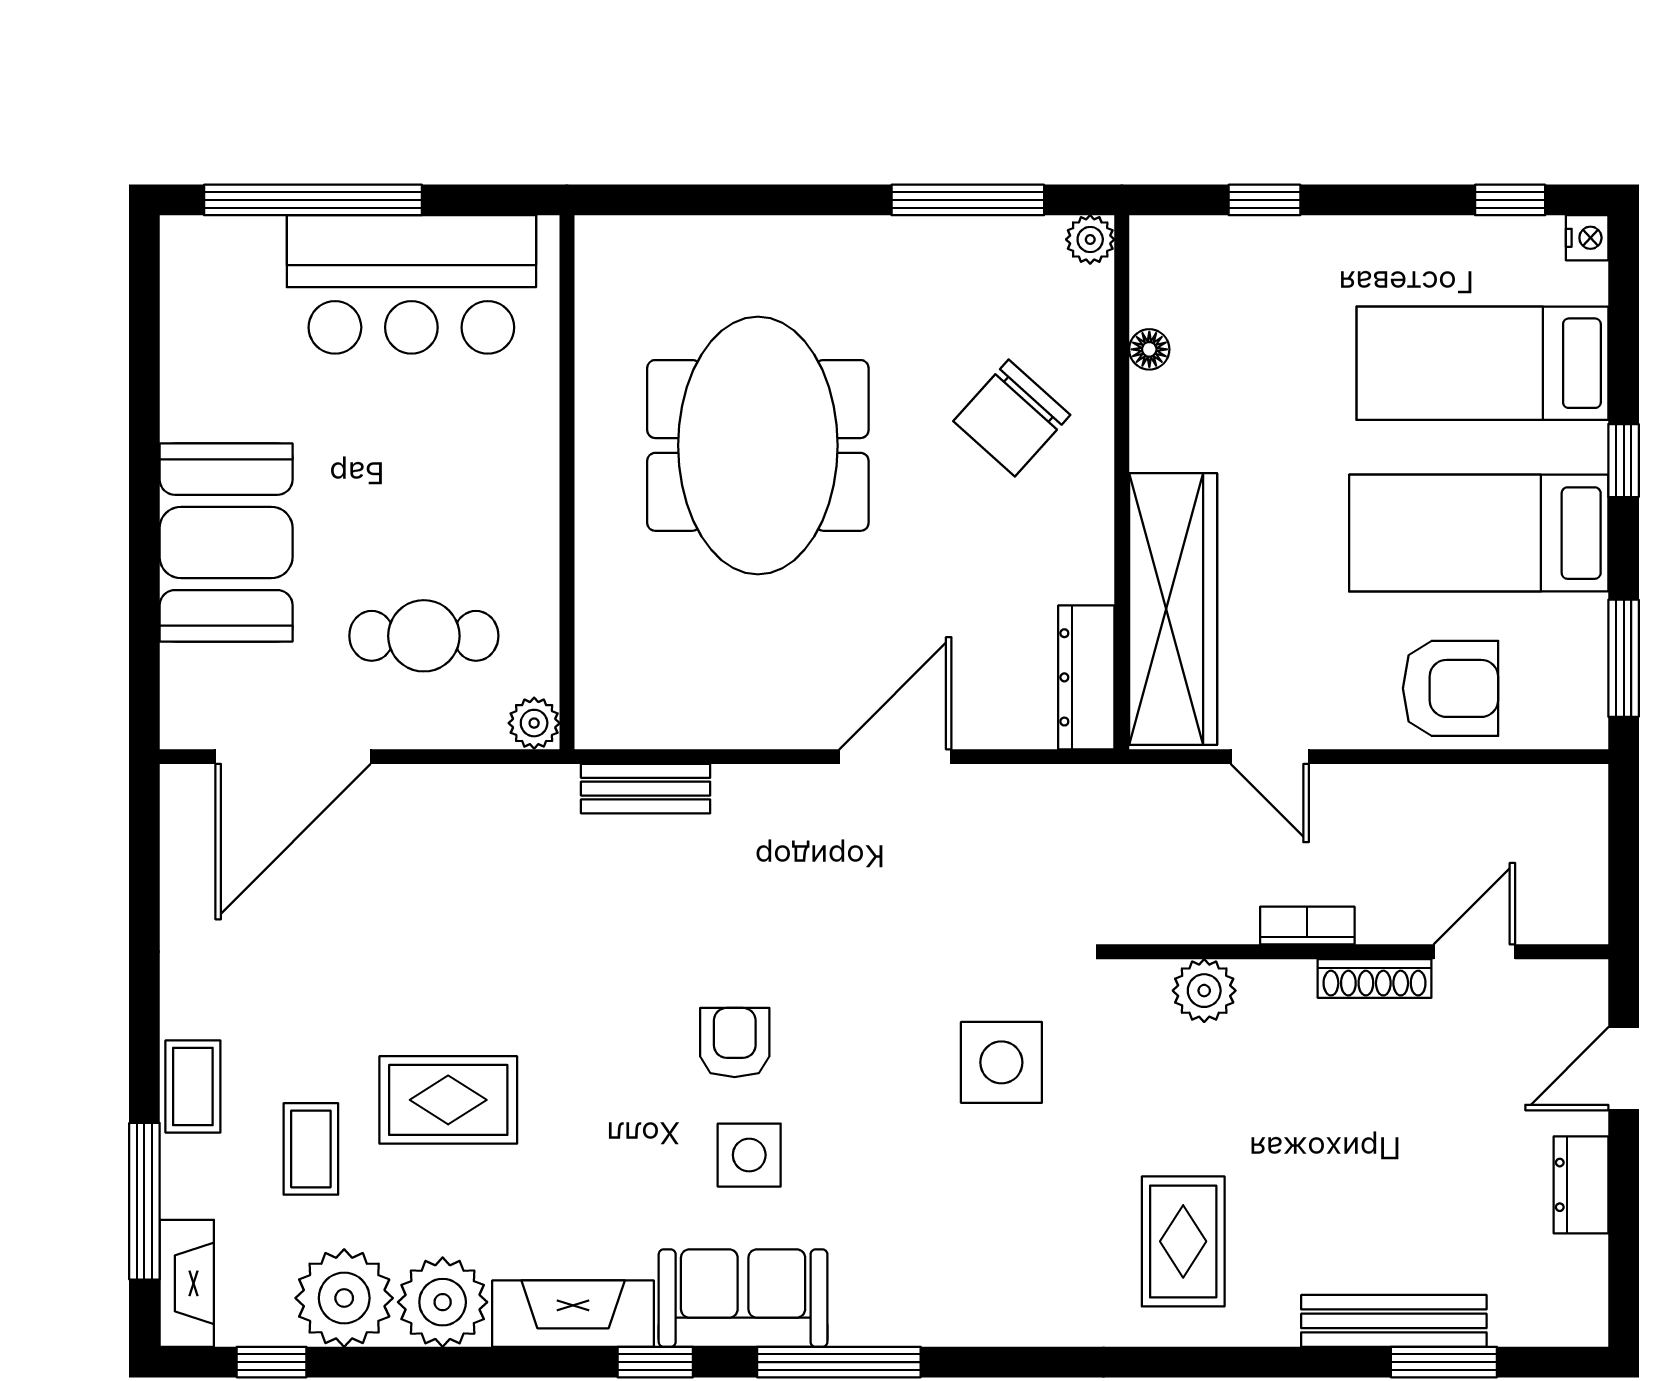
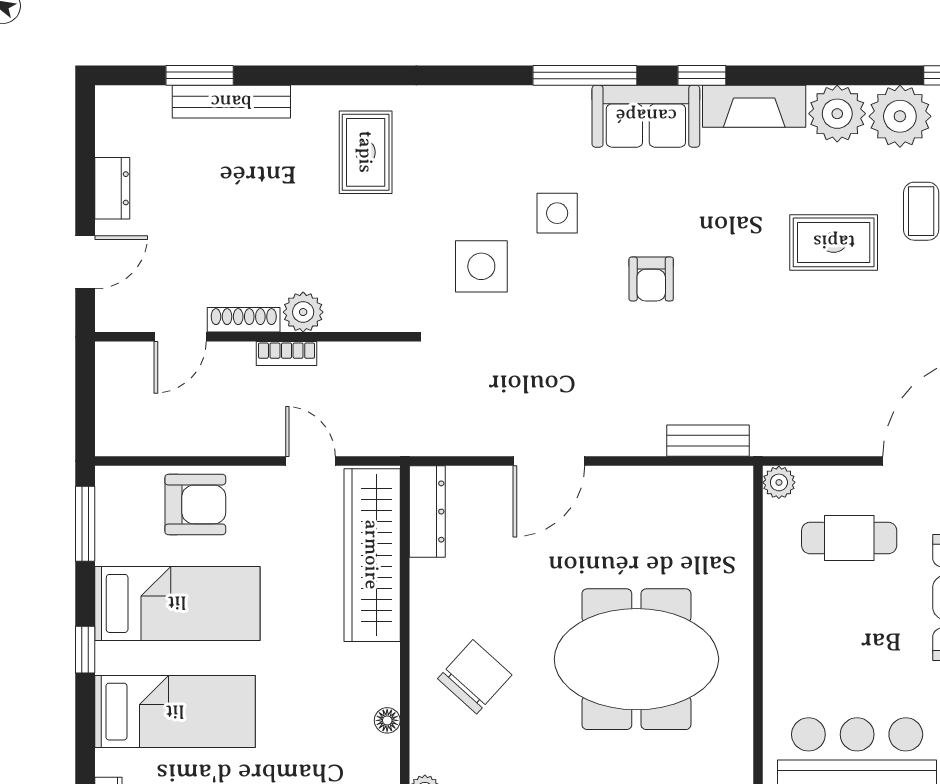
meeting table: (758, 445) -> (636, 659), turned 90
armchair: (1451, 688) -> (195, 504), turned 180
plant: (1204, 991) -> (303, 312), moved
side table: (749, 1155) -> (557, 213), moved

